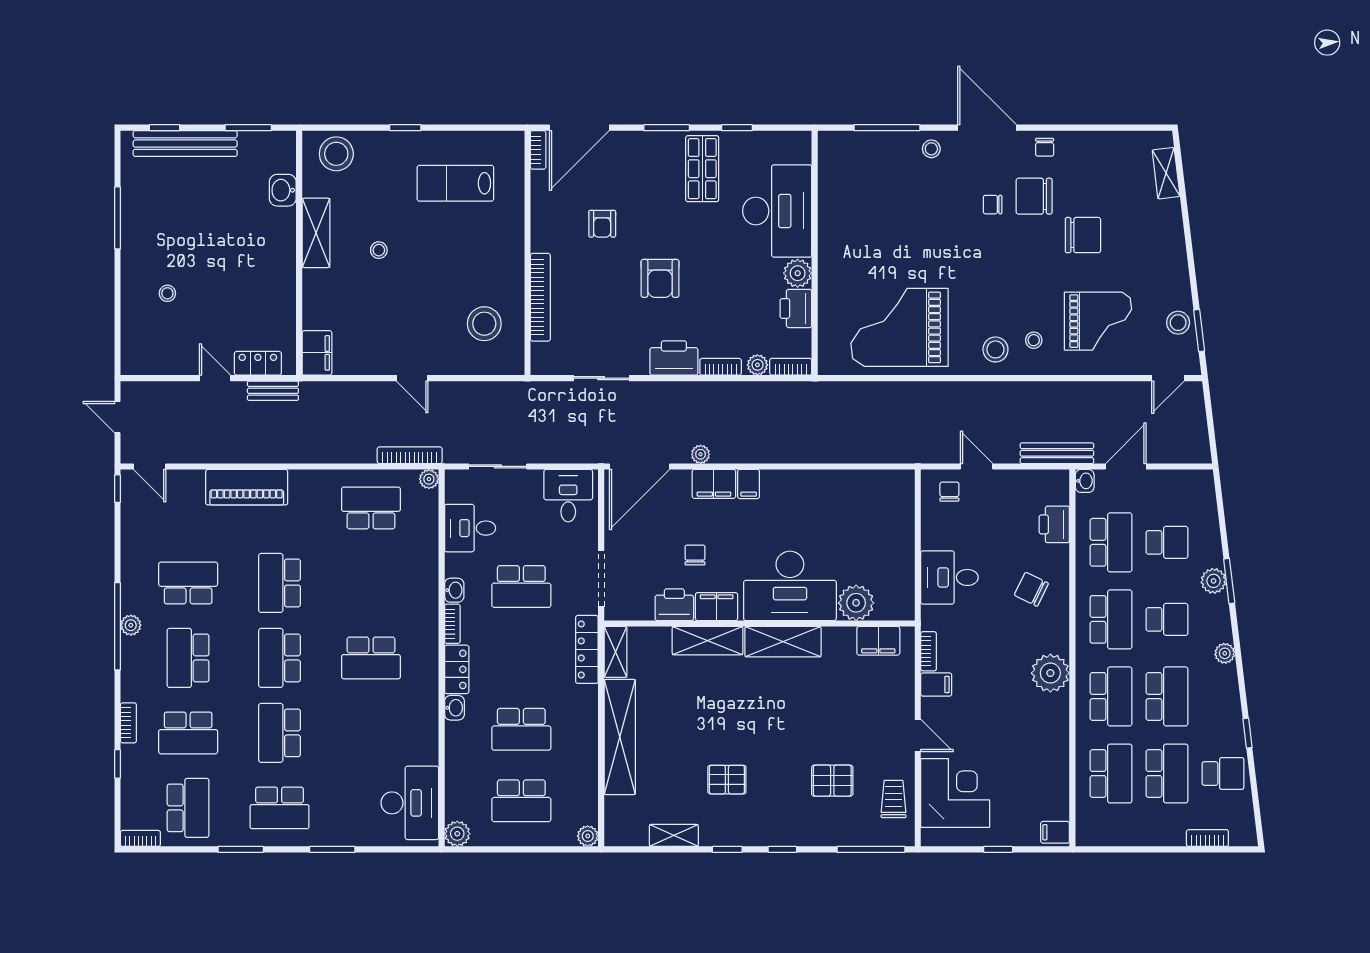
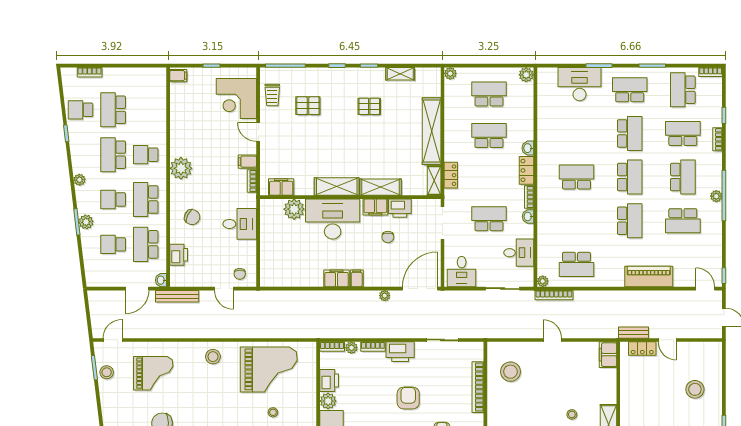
stool: (167, 293) -> (695, 389), width x1.89, depth x1.89
grand piano: (1098, 321) -> (153, 373), turned 180
stool: (1034, 340) -> (273, 412), moved
filing cabinet: (714, 484) -> (336, 278), moved
locker: (587, 649) -> (451, 175), width x0.66
school desk: (1111, 696) -> (146, 155), width x0.54
school desk: (1111, 774) -> (146, 110), removed
desk: (410, 803) -> (580, 84), moved, turned 90

